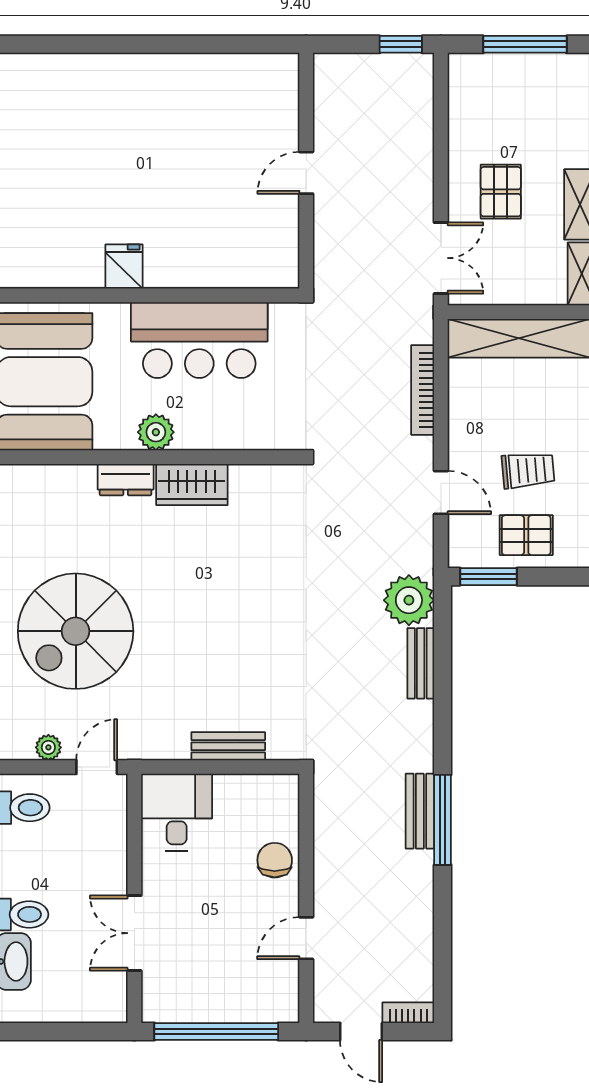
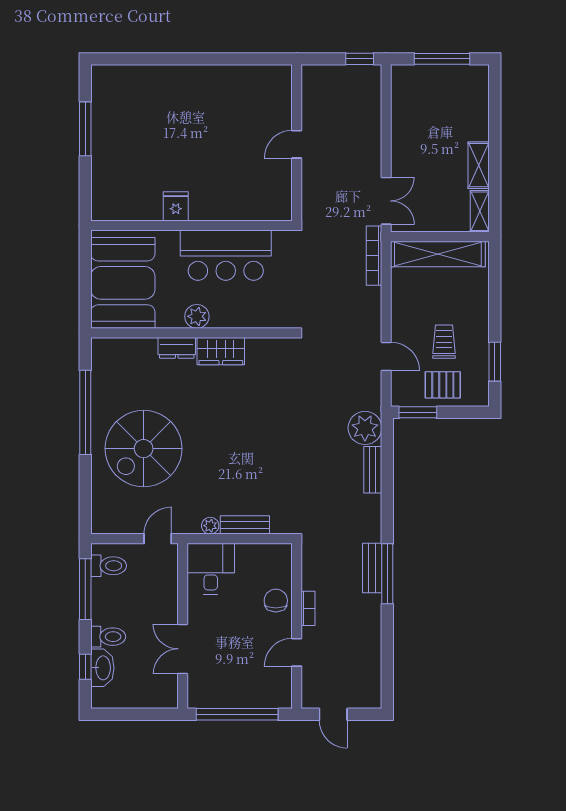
pallet: (501, 192) -> (426, 157), removed
bookcase: (423, 390) -> (374, 256), moved
trolley: (528, 470) -> (444, 342), turned -85
plant: (48, 747) -> (210, 526), moved
bookcase: (408, 1013) -> (308, 608), moved, turned 90

